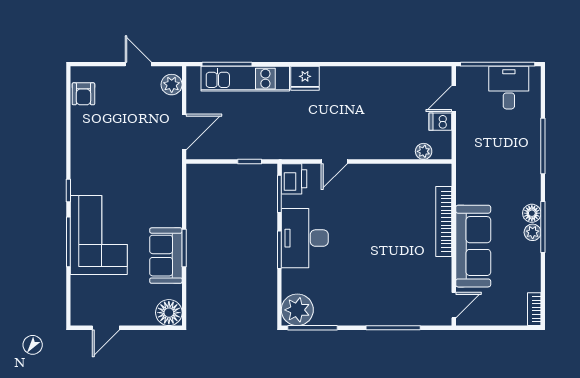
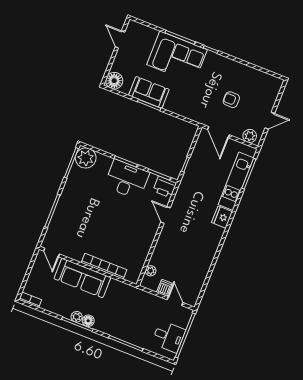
armchair: (83, 94) -> (231, 100), moved

